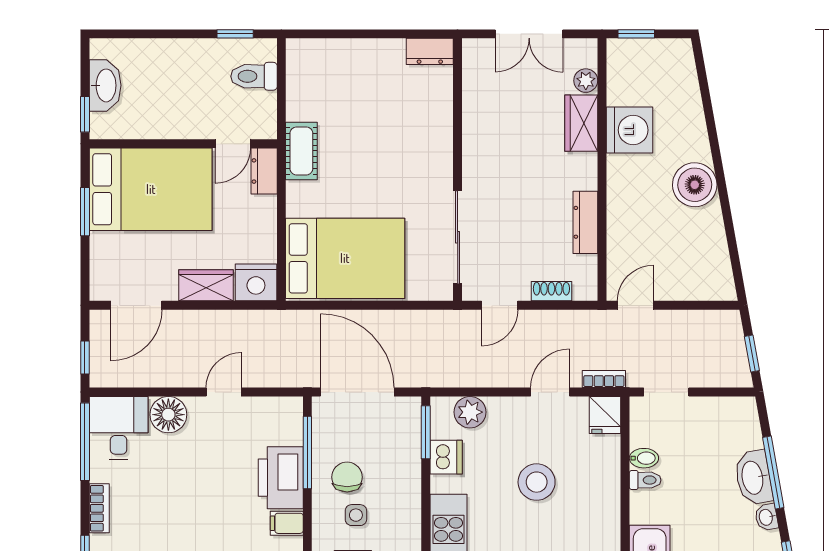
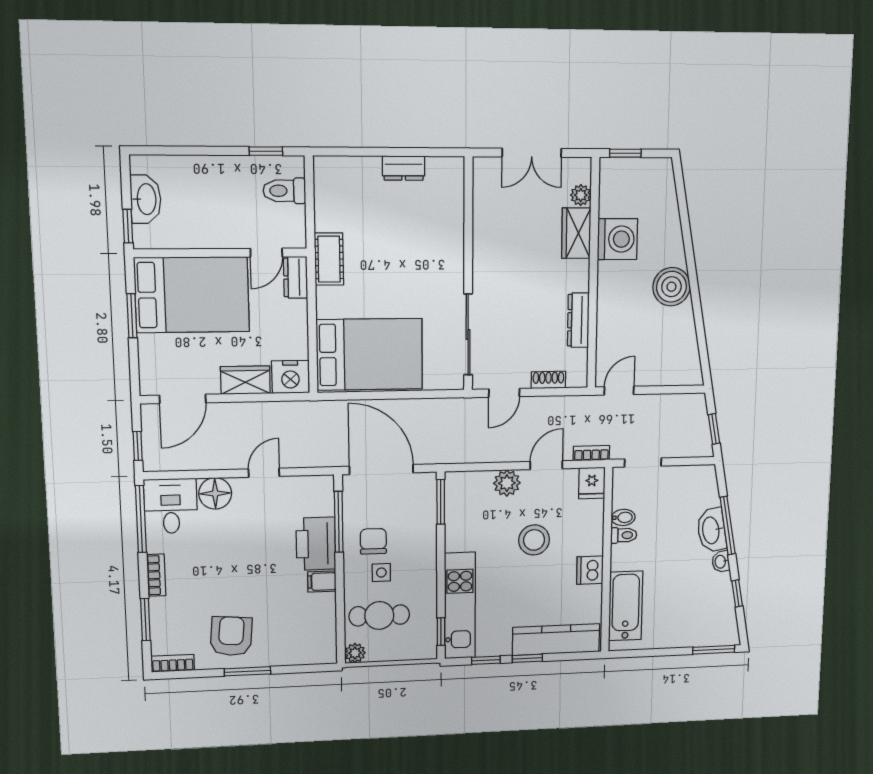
dresser: (430, 51) -> (404, 168), moved
plant: (470, 412) -> (507, 483), moved
dishwasher: (446, 457) -> (590, 570), moved, turned 180

